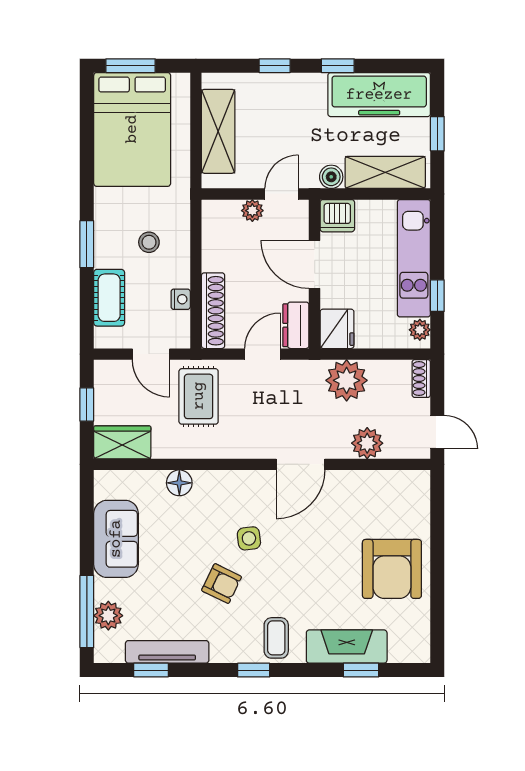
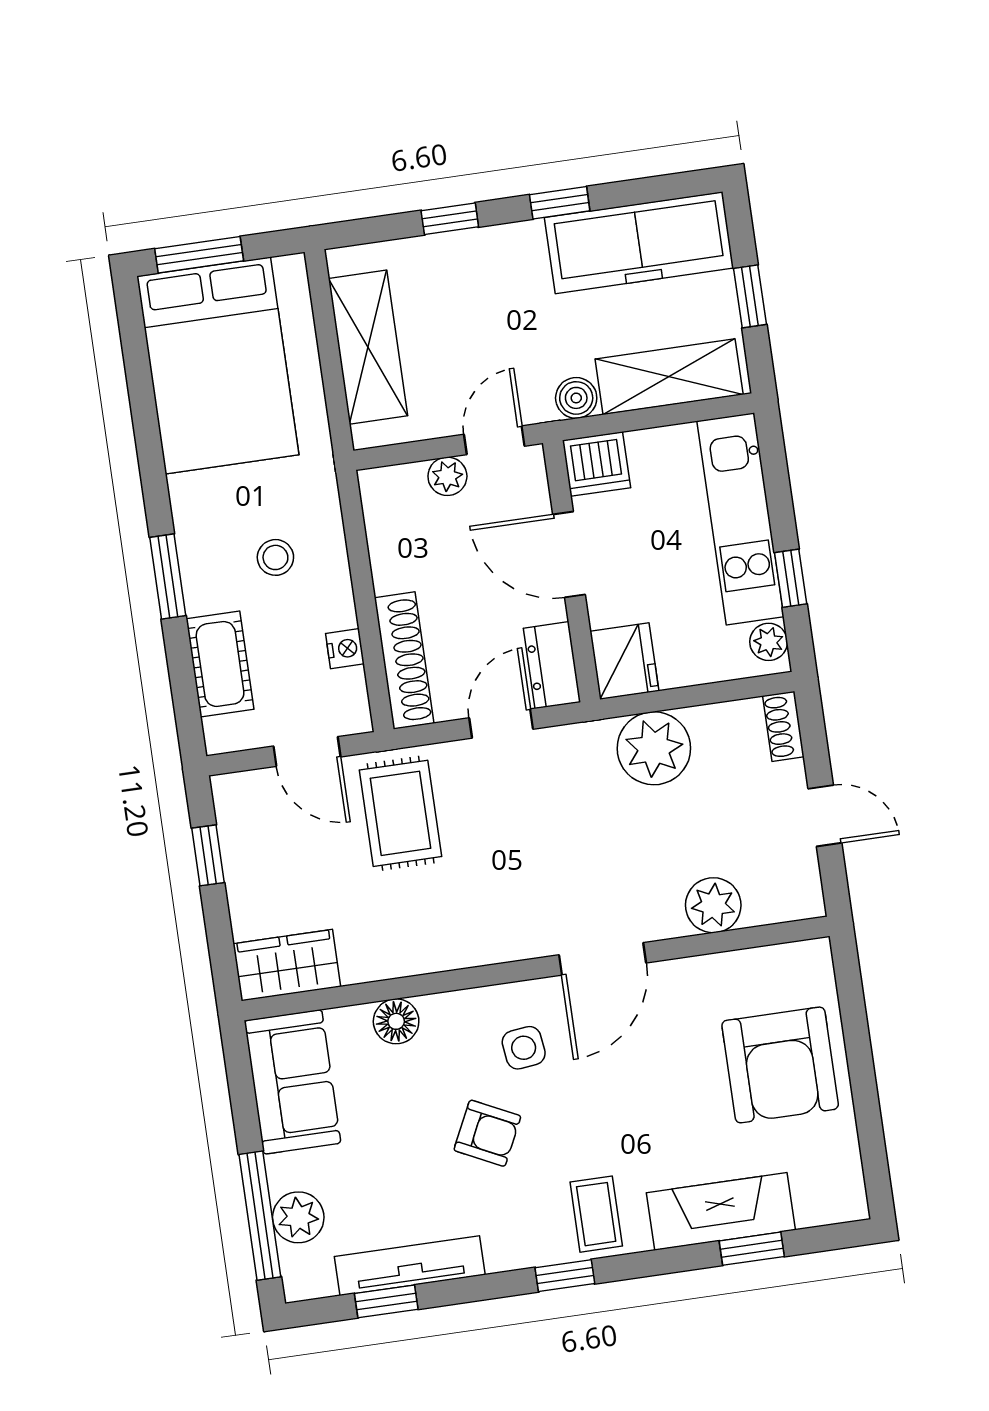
wardrobe: (122, 442) -> (287, 965), moved
plant: (367, 443) -> (713, 905), moved
wall: (262, 464) -> (536, 969), moved
door: (301, 464) -> (603, 959), moved
floor lamp: (179, 483) -> (396, 1021), moved

